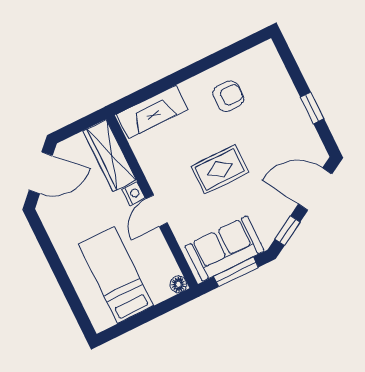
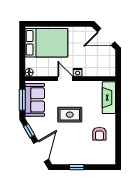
wardrobe: (110, 156) -> (99, 70), removed
rug: (220, 169) -> (70, 115), turned 90
door: (41, 173) -> (106, 37), hinge flipped
bed: (116, 275) -> (46, 43), width x1.50

